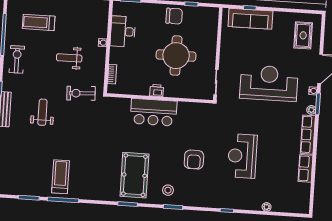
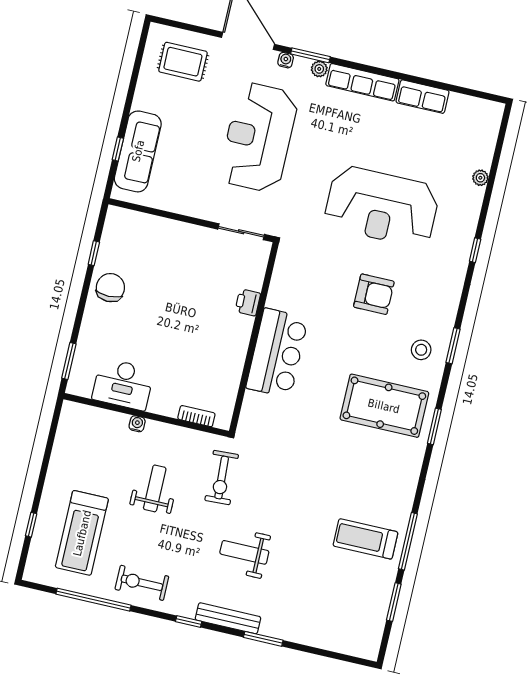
treadmill: (39, 22) -> (82, 533), width x1.37, depth x1.38
round table: (176, 56) -> (182, 296), removed
weight bench: (69, 58) -> (155, 488), turned 180
printer: (157, 90) -> (248, 302), moved
reception desk: (242, 156) -> (382, 206), width x1.36, depth x1.30

